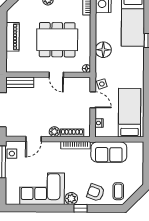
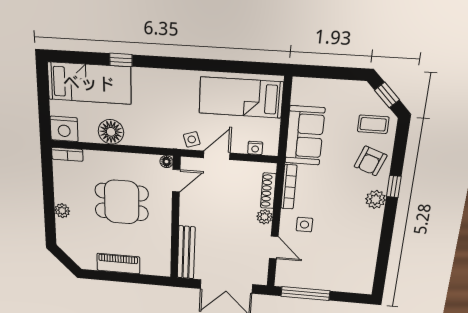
dining table: (57, 40) -> (122, 202), width x0.73
floor lamp: (103, 50) -> (111, 132), moved
door: (56, 75) -> (176, 181), moved
bench: (20, 82) -> (186, 252), width x1.36
side table: (12, 154) -> (304, 225), moved
corner sofa: (42, 189) -> (354, 241), removed
window: (136, 197) -> (387, 95), added

